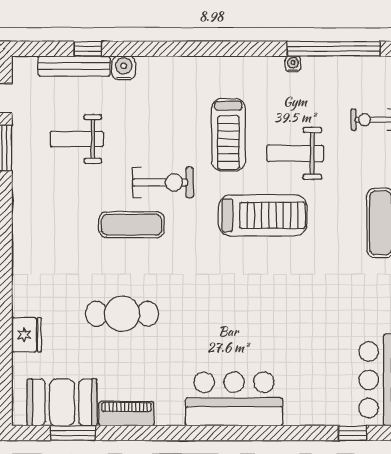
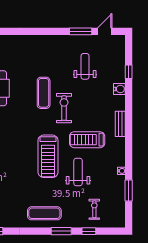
window: (334, 49) -> (129, 191), width x0.47
bench: (74, 66) -> (120, 124), moved, width x0.73
exercise bike: (163, 182) -> (64, 108), turned 180

